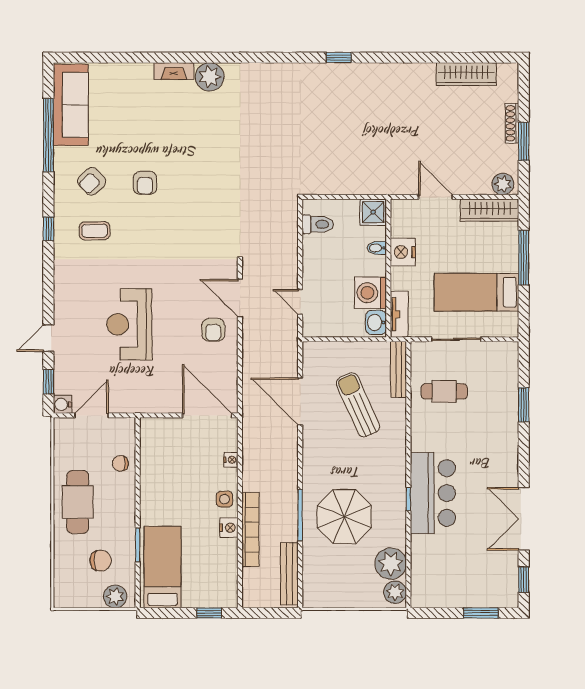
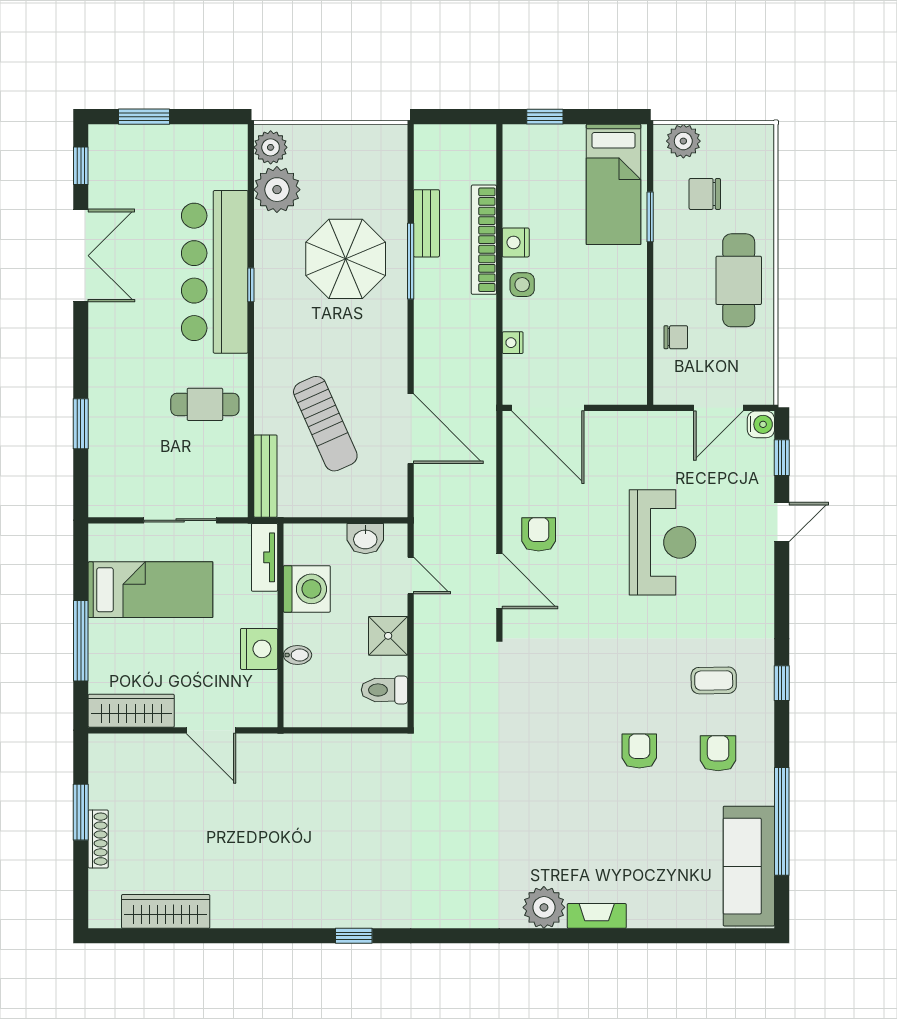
armchair: (92, 181) -> (718, 753), turned -47
plant: (503, 184) -> (112, 749), removed
shower: (373, 212) -> (388, 636), moved
washbasin: (376, 322) -> (365, 539), moved, turned 90
cafe table: (444, 391) -> (205, 404), moved
bar counter: (433, 493) -> (215, 272), width x1.36
bench: (289, 574) -> (426, 223), moved, width x0.73

